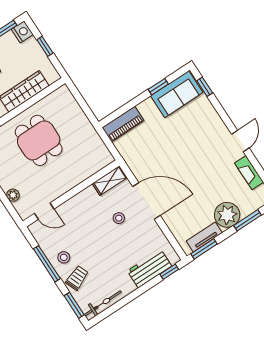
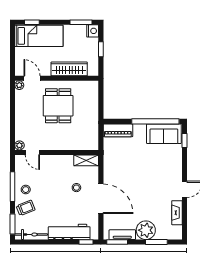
window: (158, 87) -> (155, 121), width x3.17
plant: (13, 195) -> (19, 145), moved
door: (146, 201) -> (101, 199), moved
workbench: (149, 269) -> (69, 232), width x1.37

